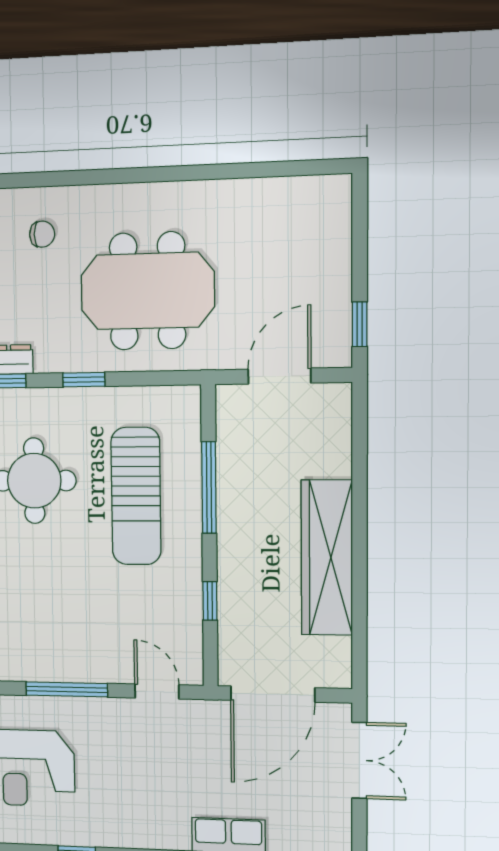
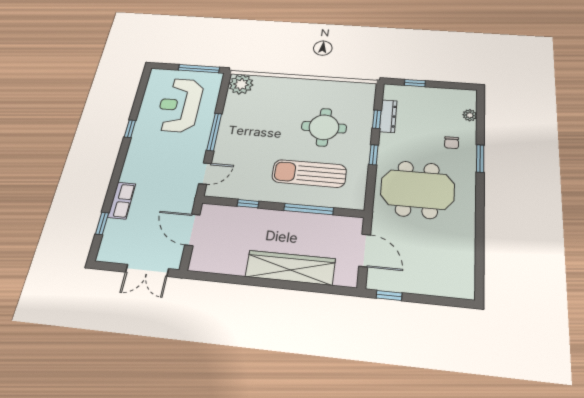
window: (70, 178) -> (480, 158), added
meeting table: (148, 291) -> (417, 189), turned 90
wardrobe: (327, 558) -> (290, 268), moved
door: (273, 694) -> (192, 230), width x0.73

